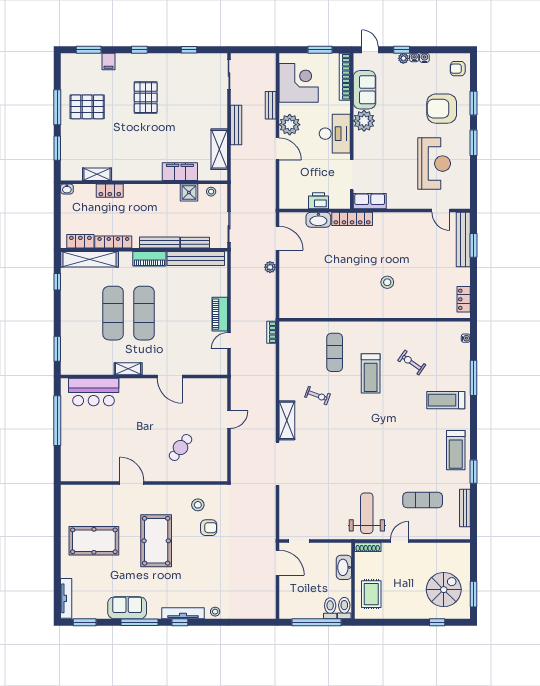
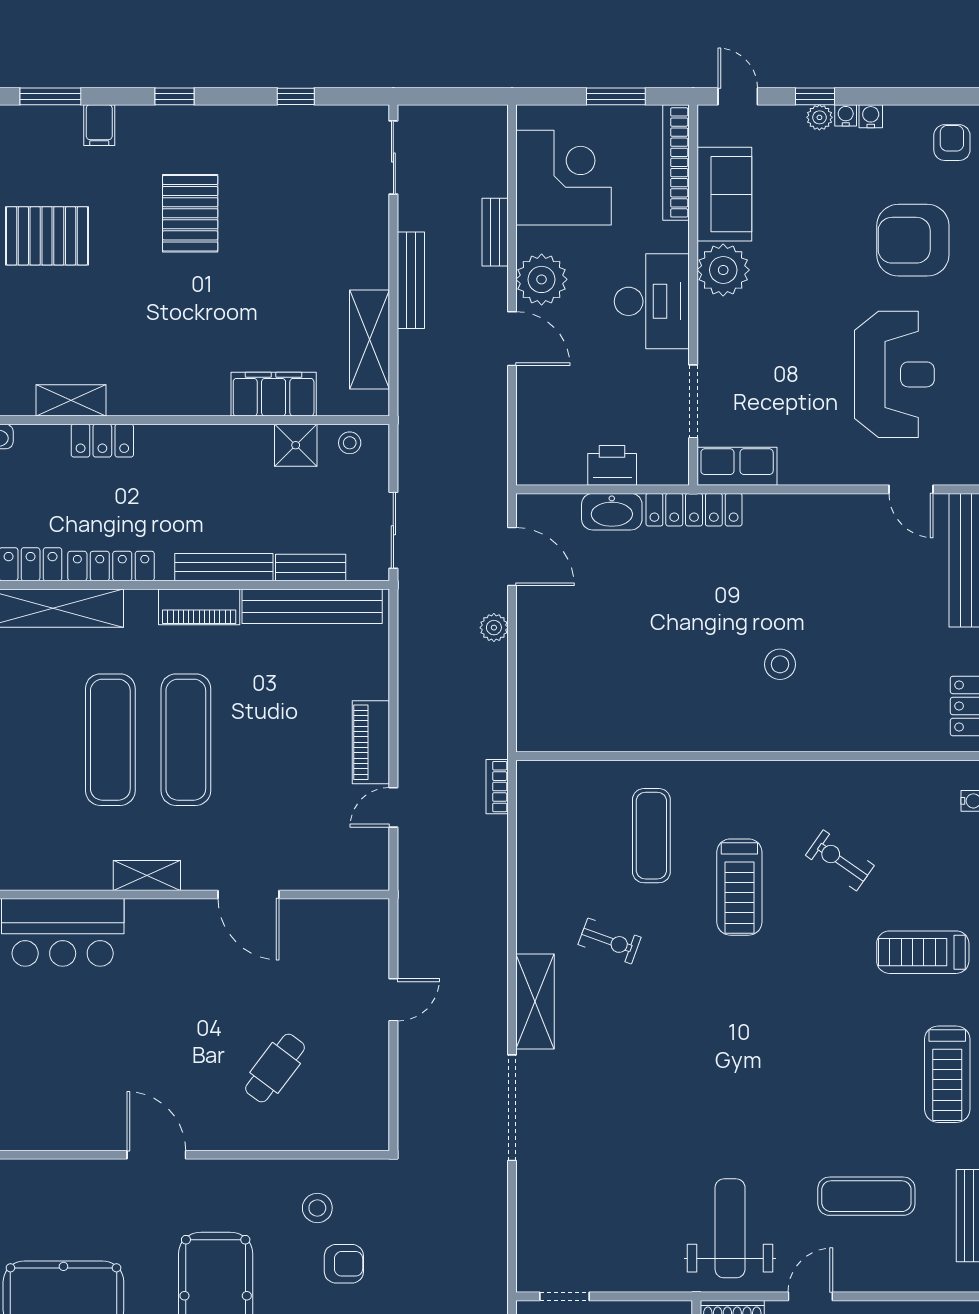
armchair: (458, 69) -> (952, 143), turned 90

